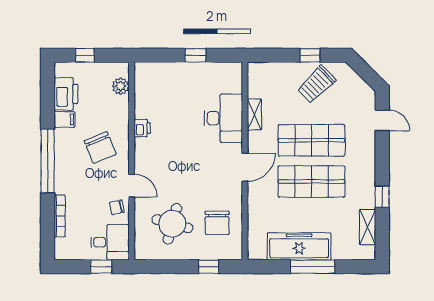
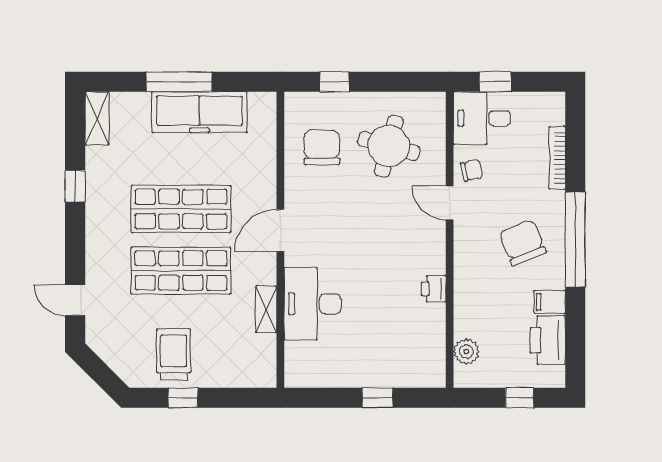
window: (195, 55) -> (378, 398), moved
trolley: (316, 84) -> (173, 354), turned -46
chair: (100, 147) -> (523, 243), moved
shelving: (368, 227) -> (97, 118), moved

